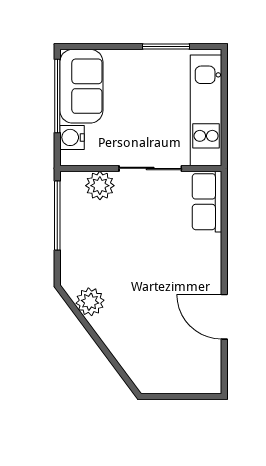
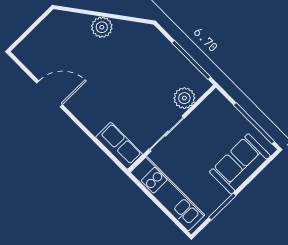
sofa: (81, 86) -> (240, 164), moved, turned 90
water cooler: (72, 137) -> (224, 109), removed
plant: (90, 302) -> (102, 27), moved

